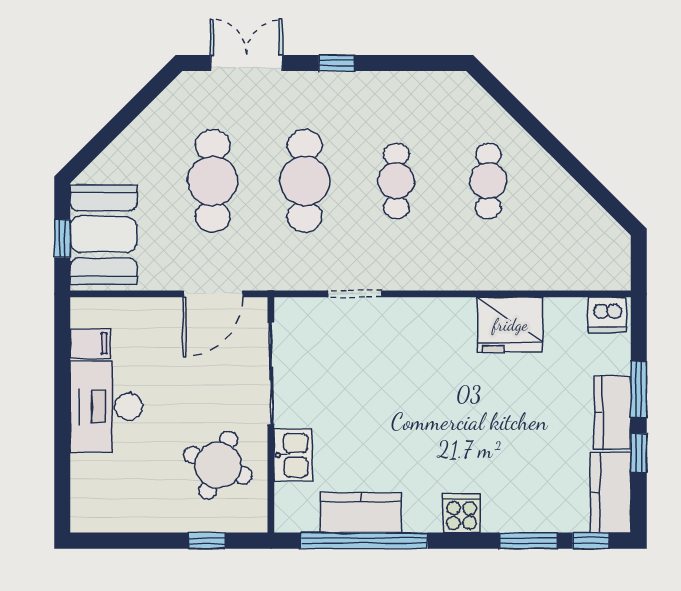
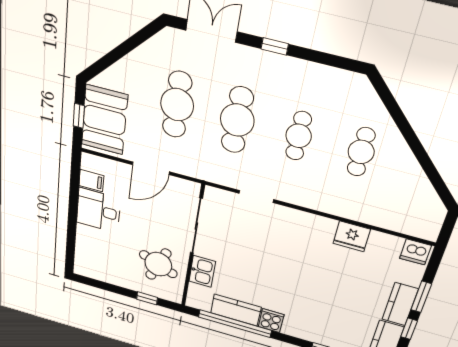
door: (213, 294) -> (151, 168), moved
fridge: (510, 325) -> (352, 236), width x0.73, depth x0.75
desk: (106, 407) -> (98, 210), width x0.73
cooker: (462, 513) -> (271, 321), moved

